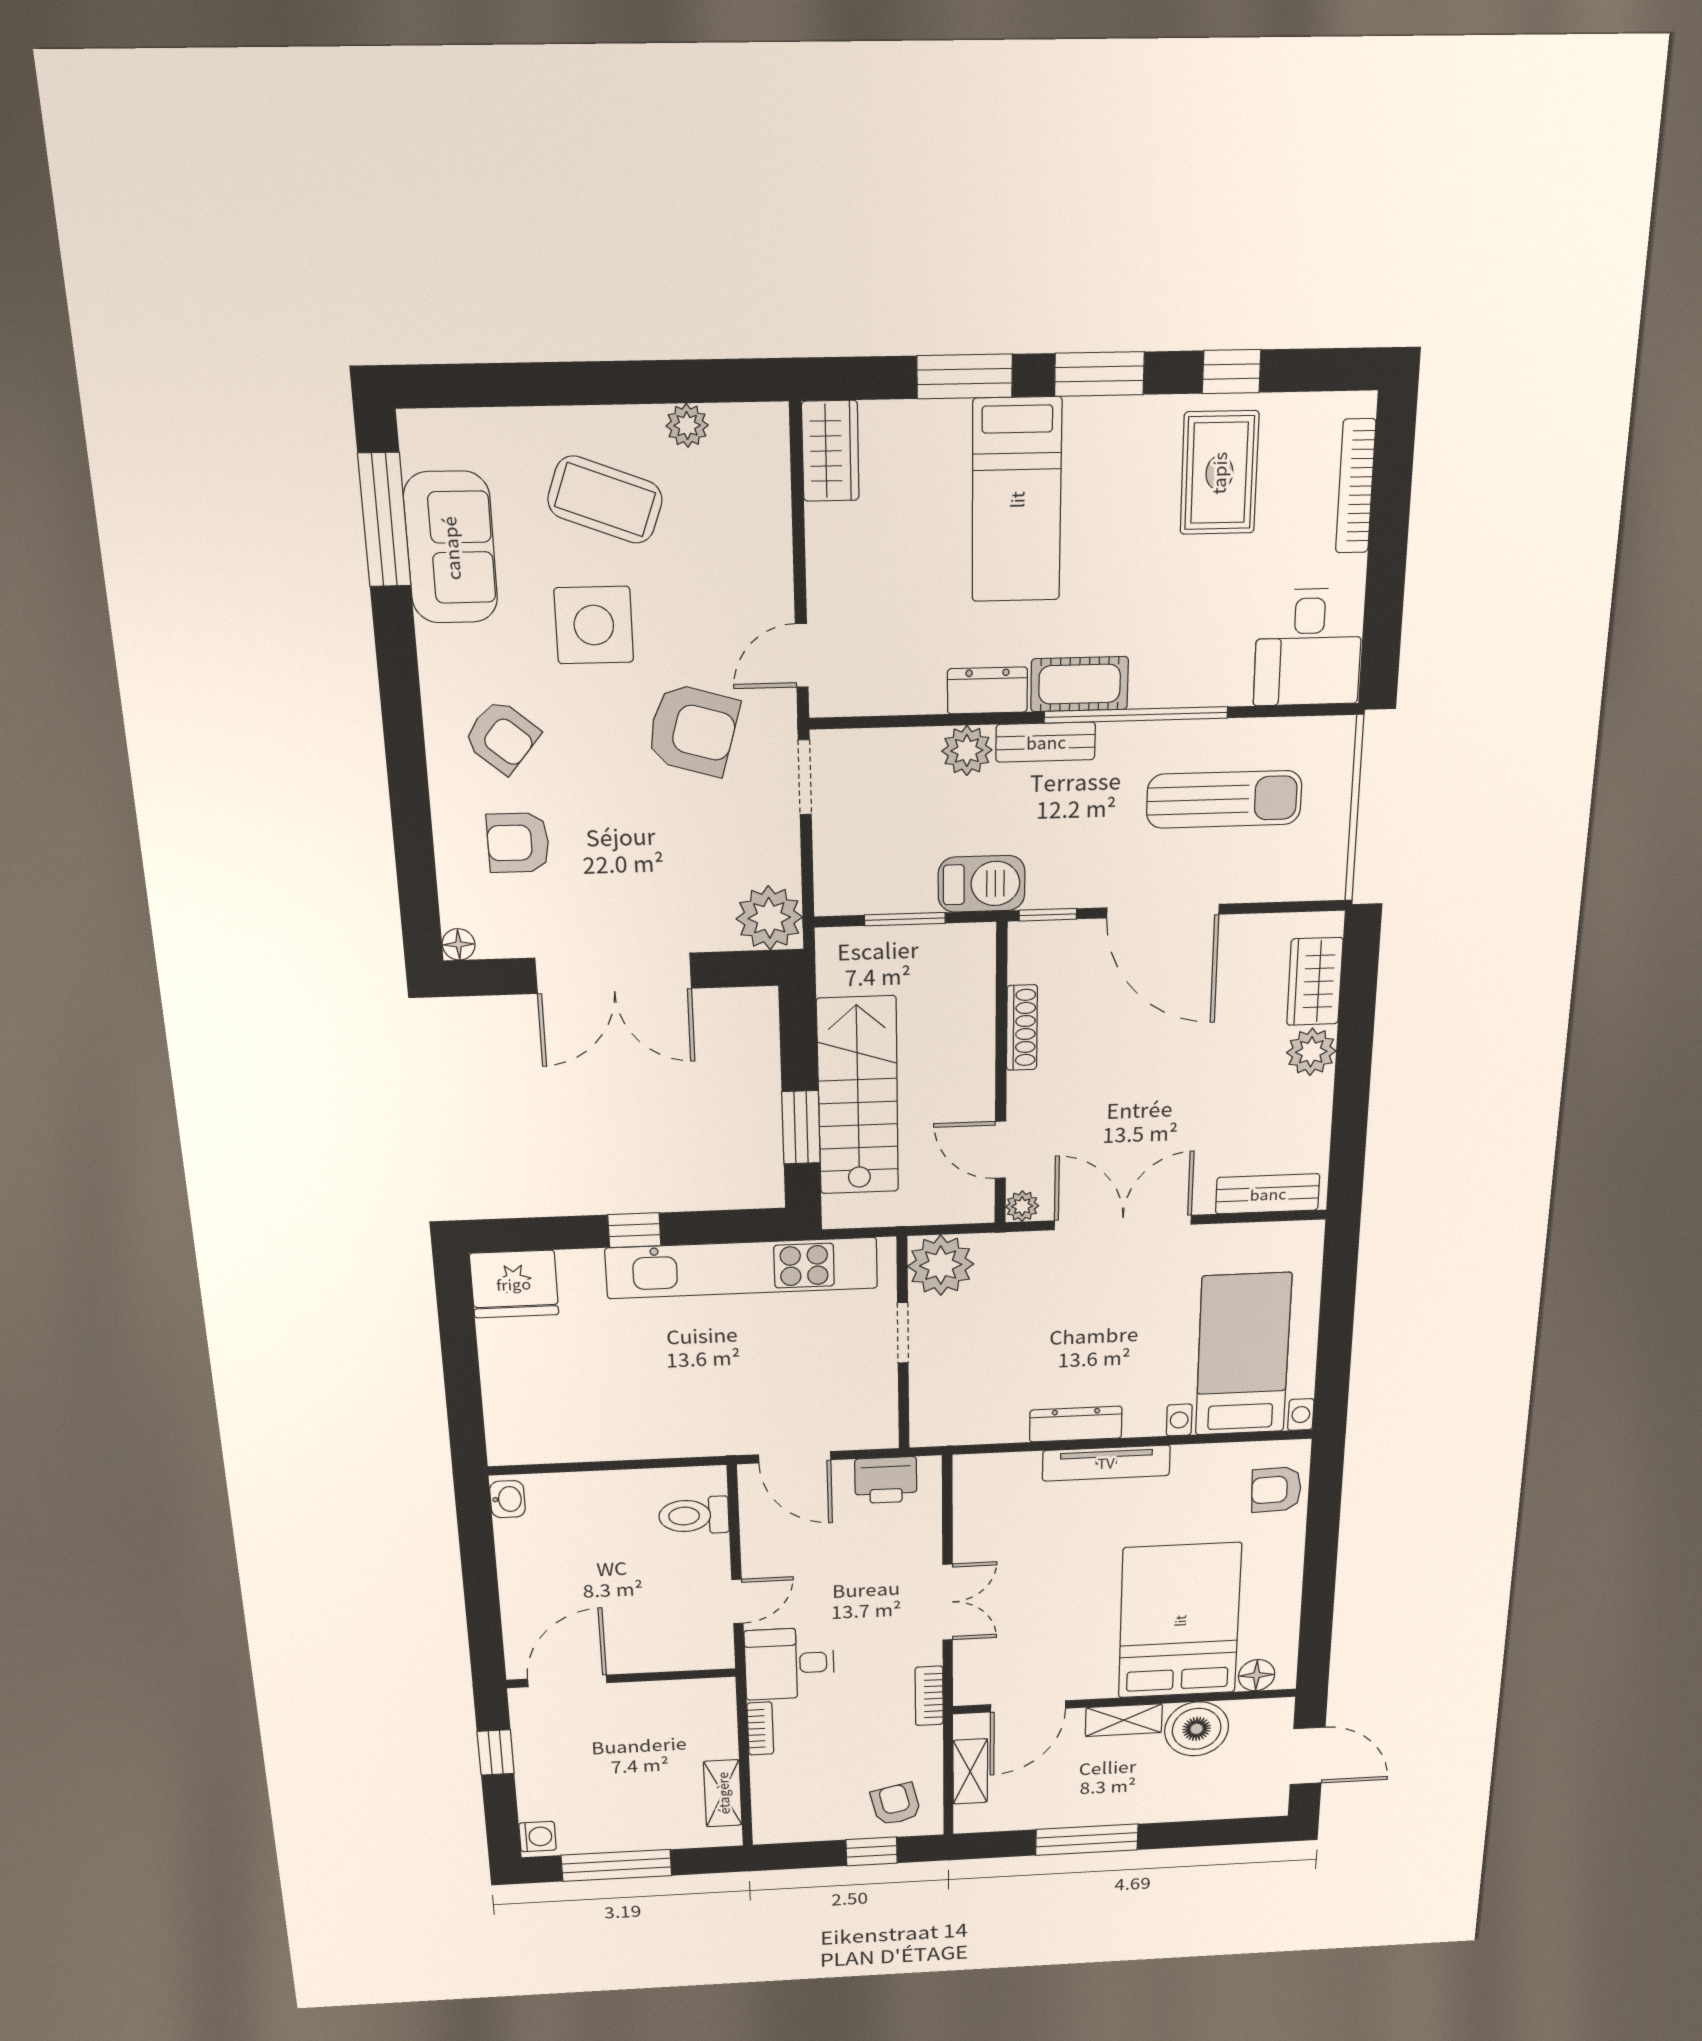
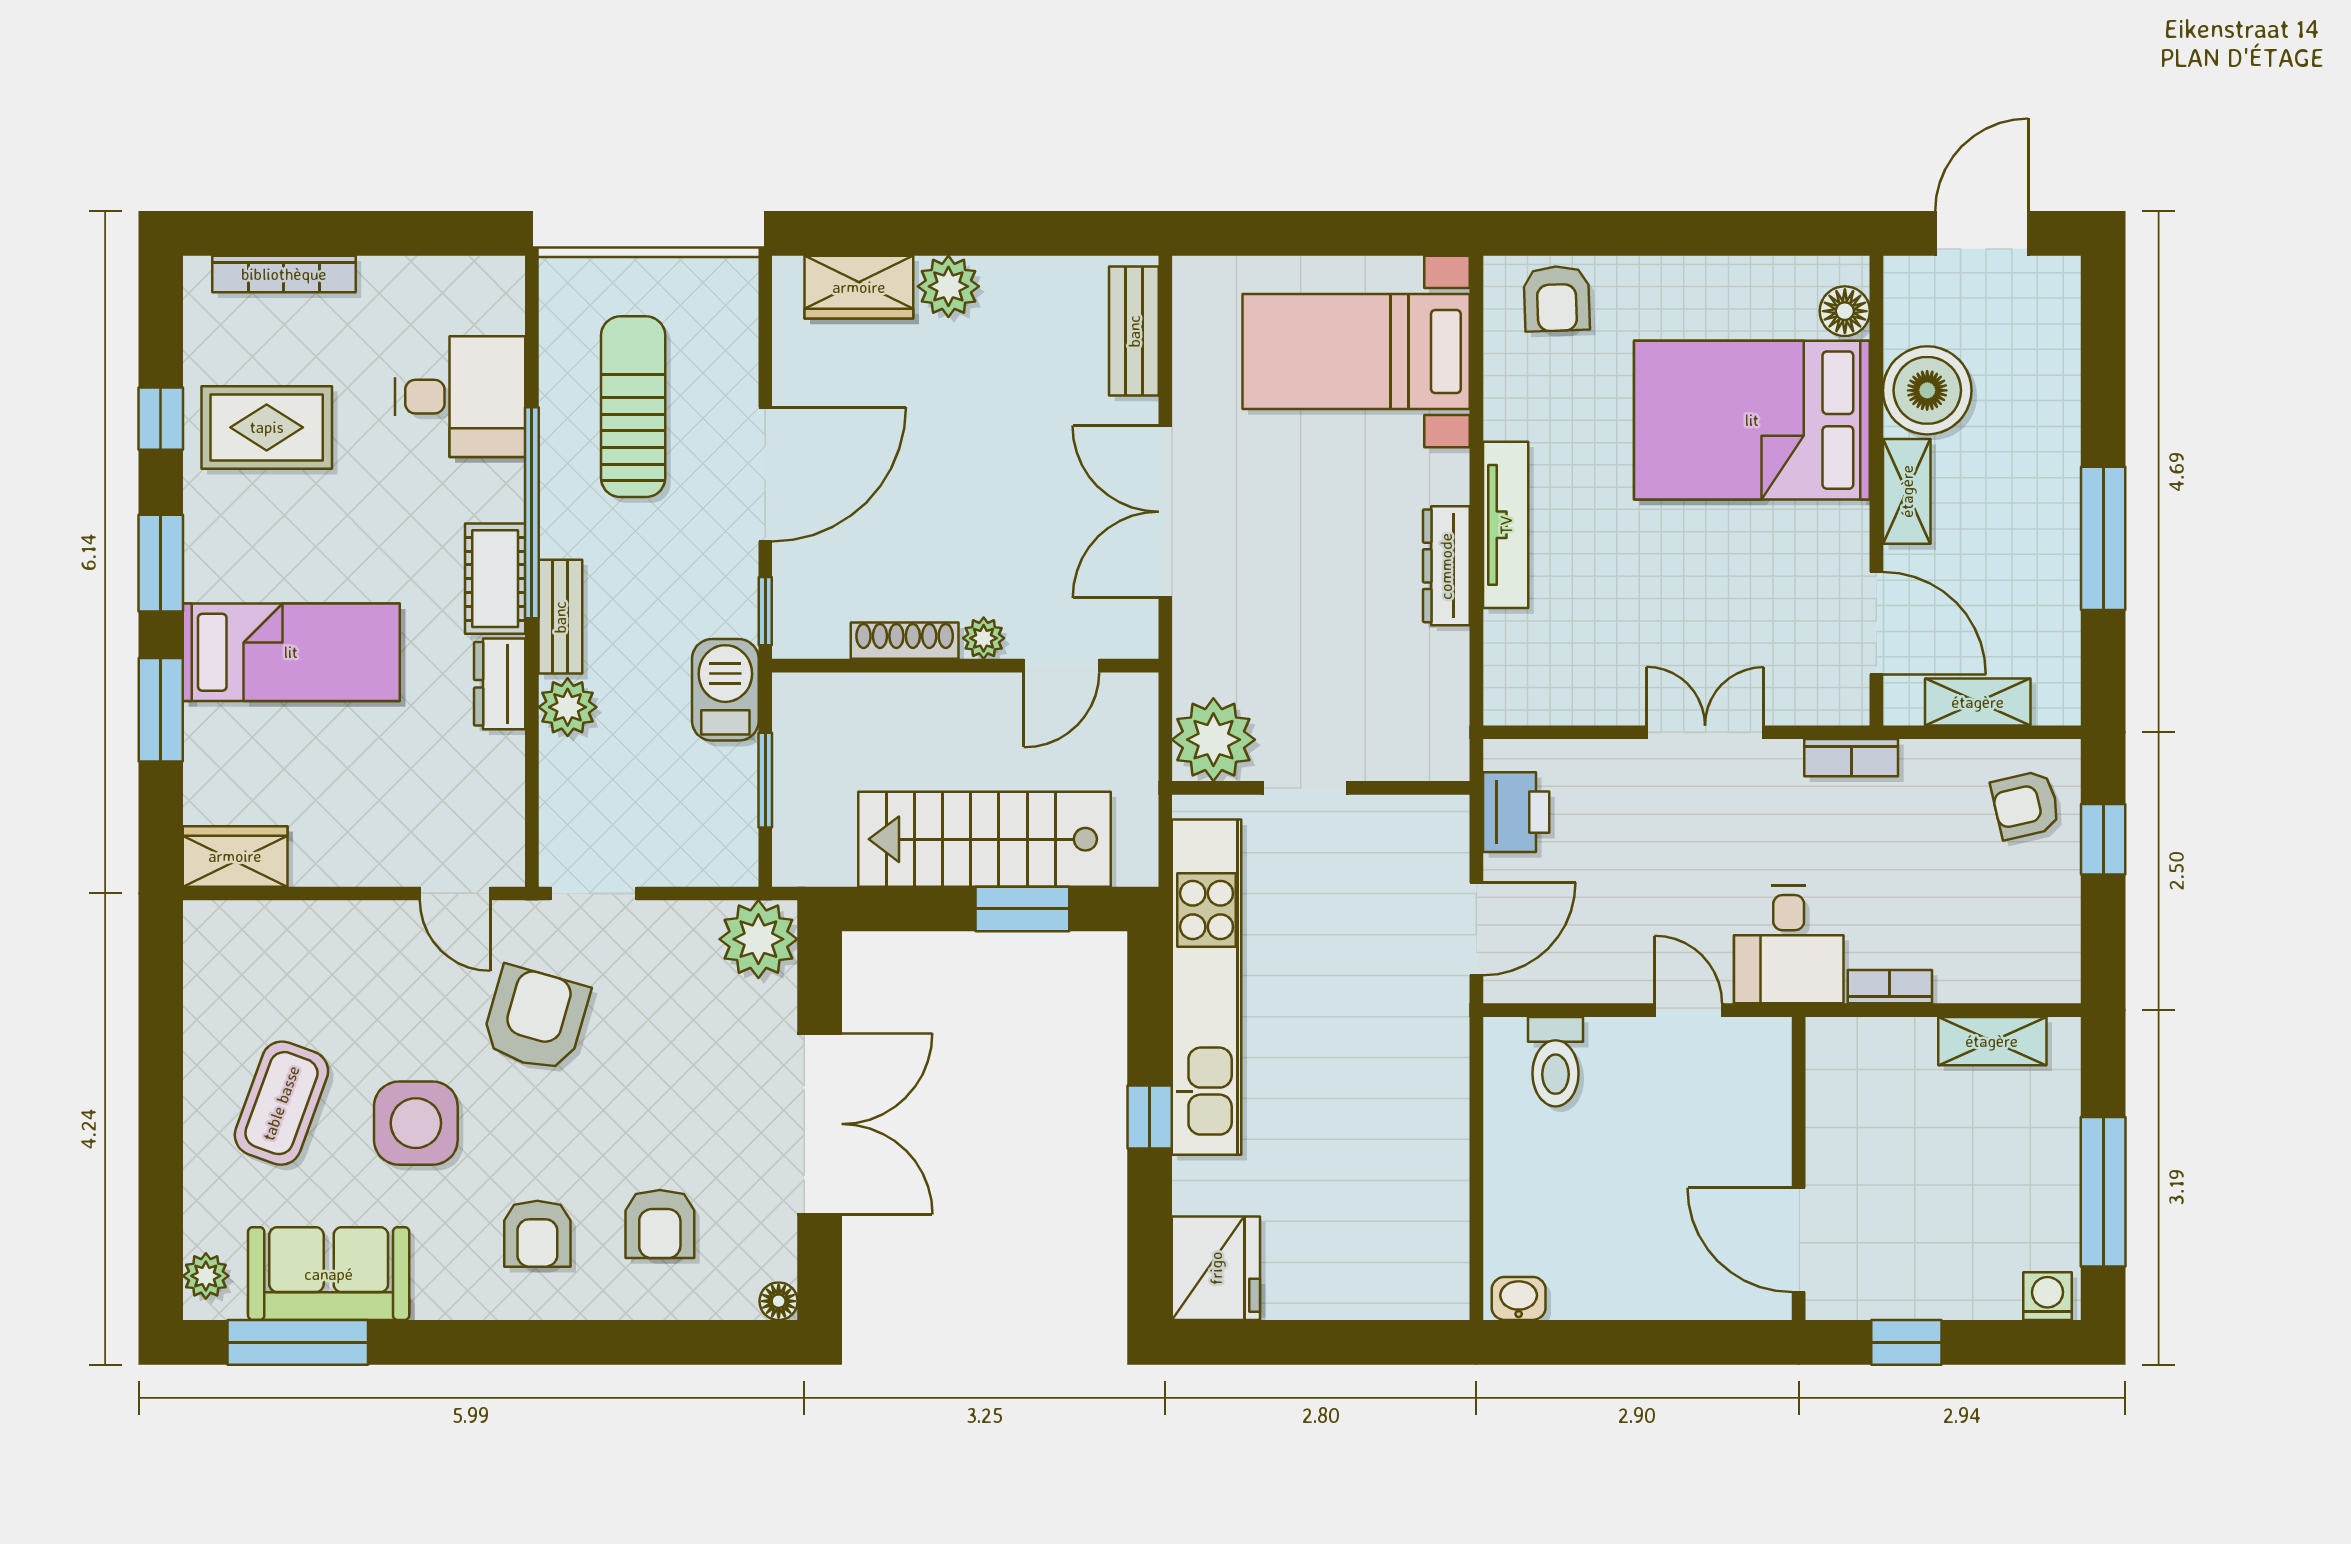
plant: (687, 425) -> (206, 1276), moved
desk: (1308, 647) -> (460, 397), moved
armchair: (502, 737) -> (537, 1234), turned 140
plant: (1022, 1206) -> (984, 638), moved

